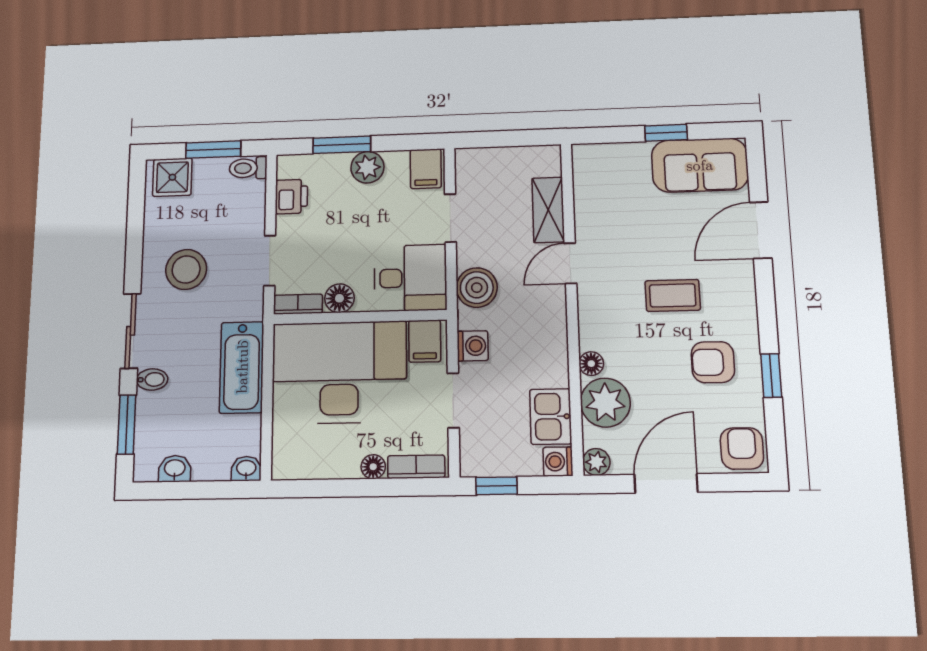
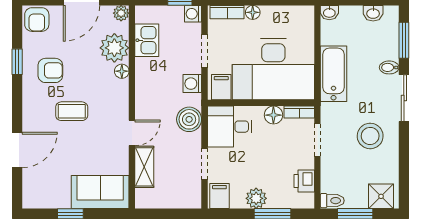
sofa: (700, 165) -> (100, 192), moved
washing machine: (558, 462) -> (193, 14), moved, turned 180

